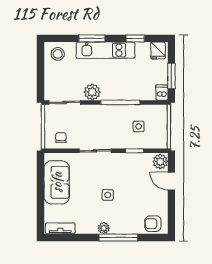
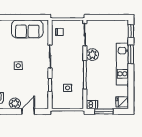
window: (135, 38) -> (131, 31), moved
stool: (58, 54) -> (120, 30), removed
plant: (160, 162) -> (15, 103), moved

